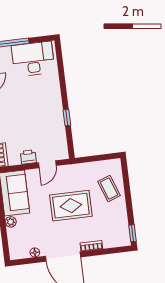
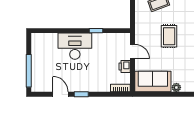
desk: (33, 59) -> (75, 46), moved, turned 90
rug: (71, 206) -> (169, 36), width x0.73, depth x0.70

